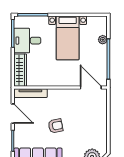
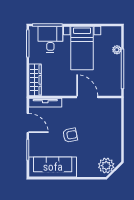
desk: (27, 41) -> (50, 39), moved, turned 90
door: (91, 88) -> (87, 97), moved

